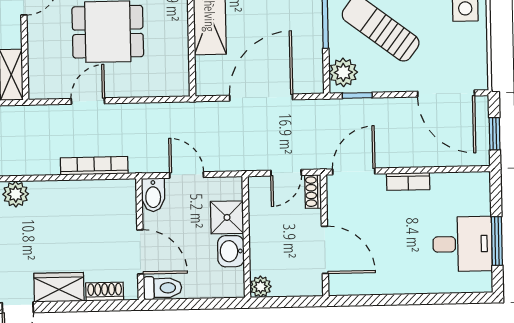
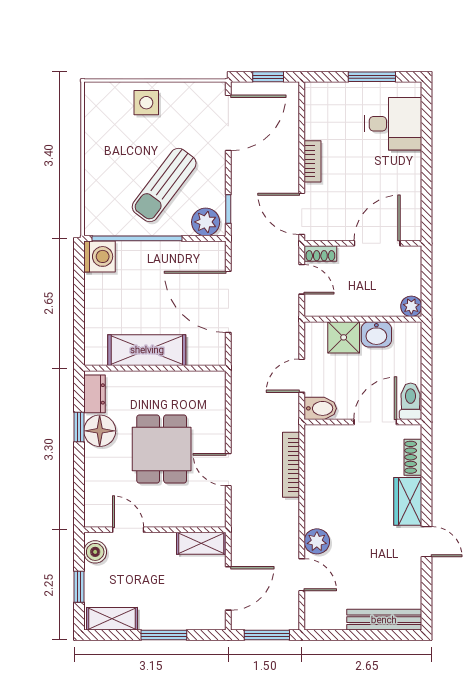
desk: (462, 244) -> (393, 124), moved, turned 90

